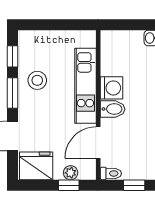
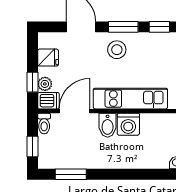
stool: (37, 80) -> (117, 50), moved
door: (98, 143) -> (75, 111), hinge flipped
fridge: (36, 166) -> (48, 58), width x0.53, depth x0.75
dishwasher: (88, 169) -> (48, 101), added

